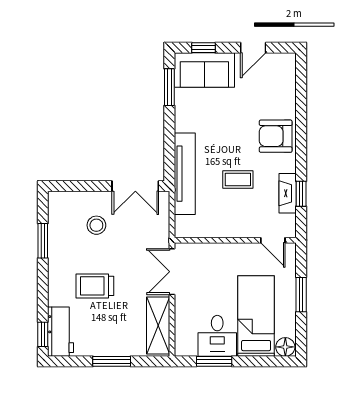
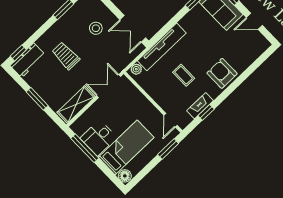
plant: (182, 224) -> (136, 69), added
window: (301, 295) -> (168, 149), moved
window: (214, 361) -> (85, 148), width x1.44

